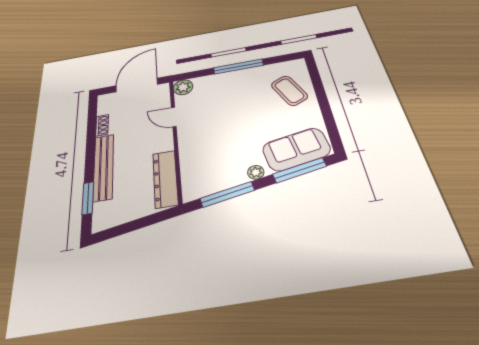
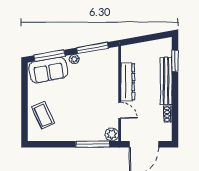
window: (238, 67) -> (93, 144), moved
dresser: (165, 179) -> (128, 82), moved

